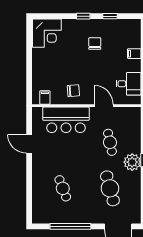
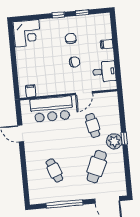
chair: (73, 91) -> (75, 62), moved
door: (104, 106) -> (84, 93), swing flipped
cafe table: (110, 188) -> (97, 167), turned 39

